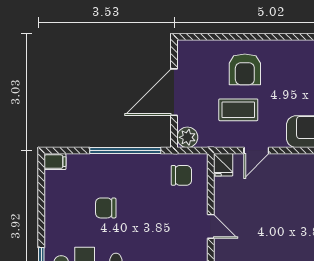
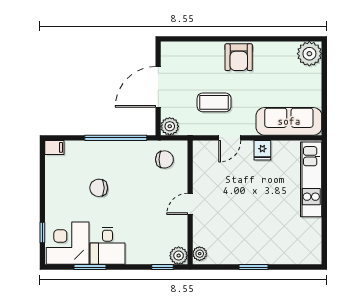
armchair: (245, 69) -> (239, 57), moved
fridge: (223, 165) -> (262, 150), moved
door: (211, 226) -> (190, 204), swing flipped

